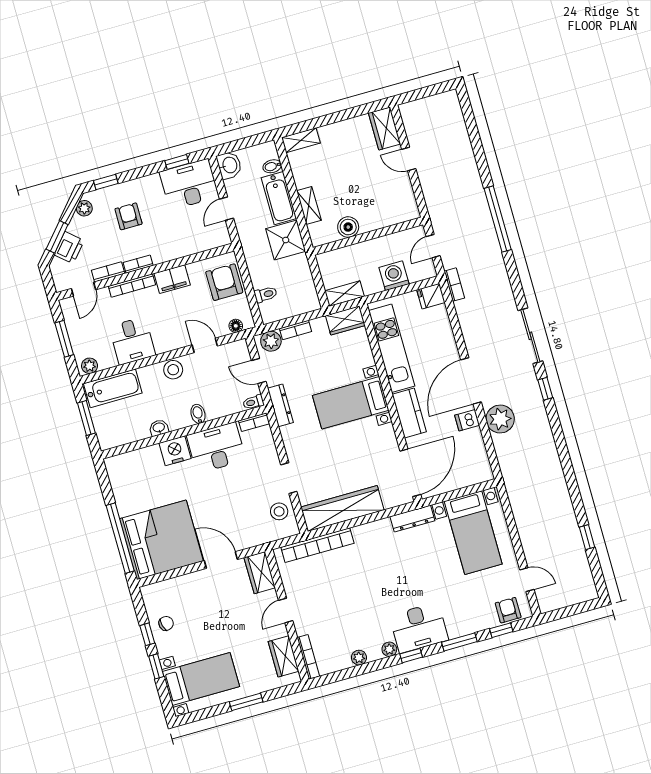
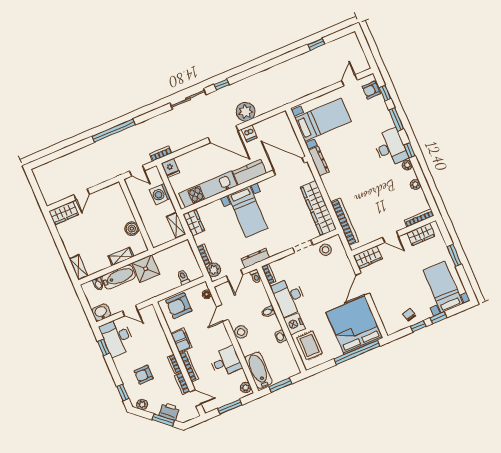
rug: (140, 469) -> (310, 345), added

